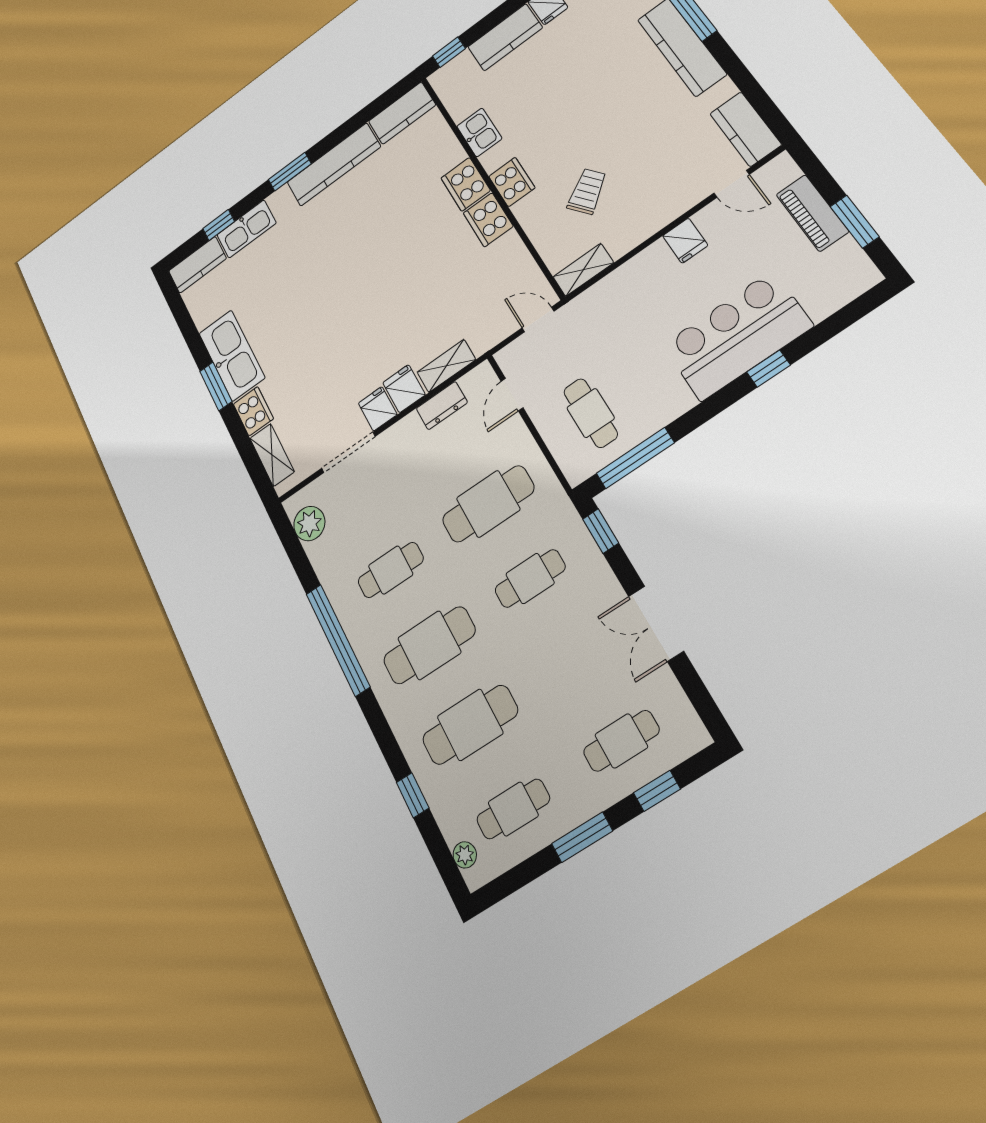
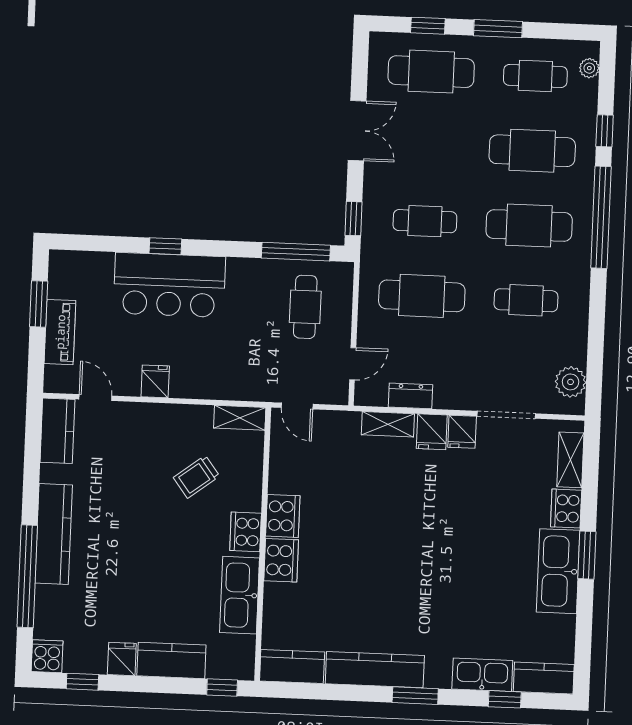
kitchen sink: (479, 132) -> (240, 595), width x1.87, depth x1.24
window: (338, 640) -> (601, 217), moved
cafe table: (621, 741) -> (431, 72), width x1.37, depth x1.35

